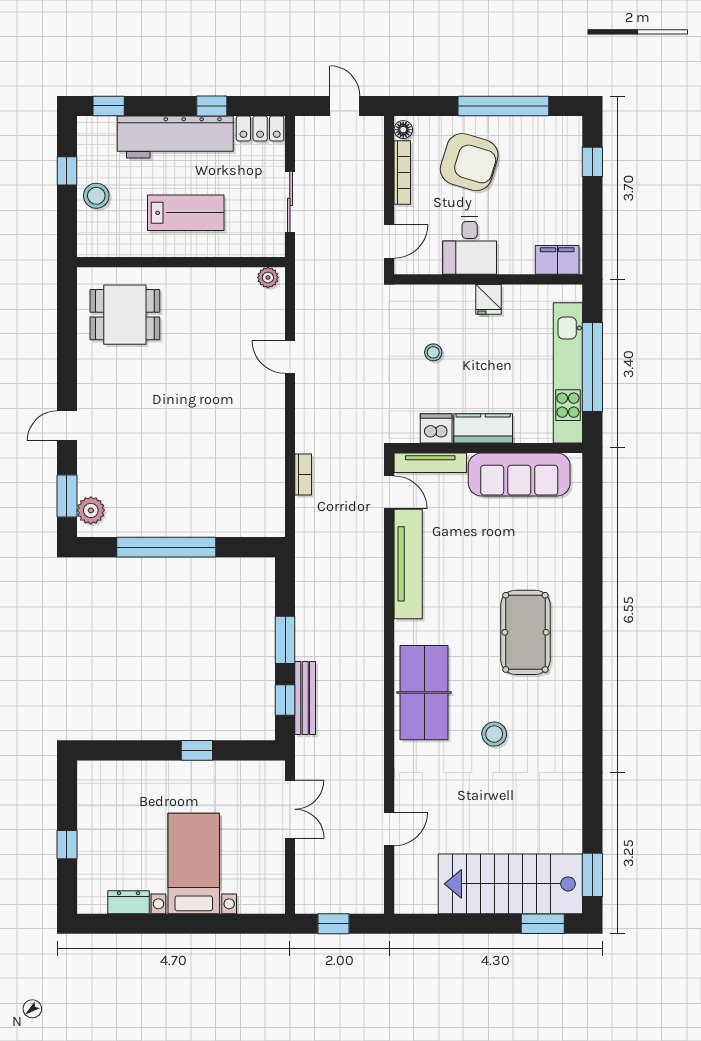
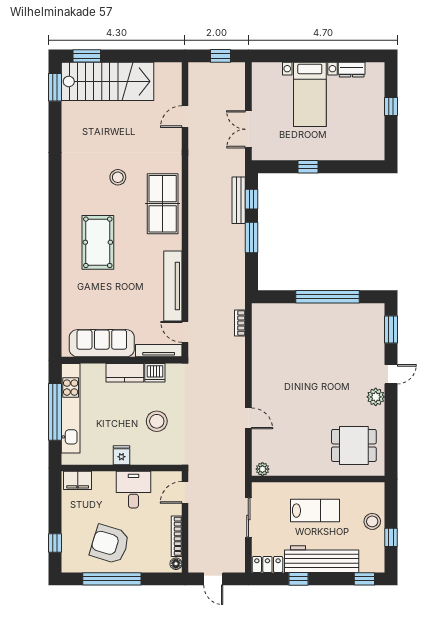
armchair: (469, 162) -> (110, 544), moved
lab bench: (186, 213) -> (315, 511), turned 180
stool: (433, 352) -> (157, 421), width x1.89, depth x1.89
bookcase: (303, 475) -> (240, 323), moved
plant: (91, 510) -> (376, 397), moved

